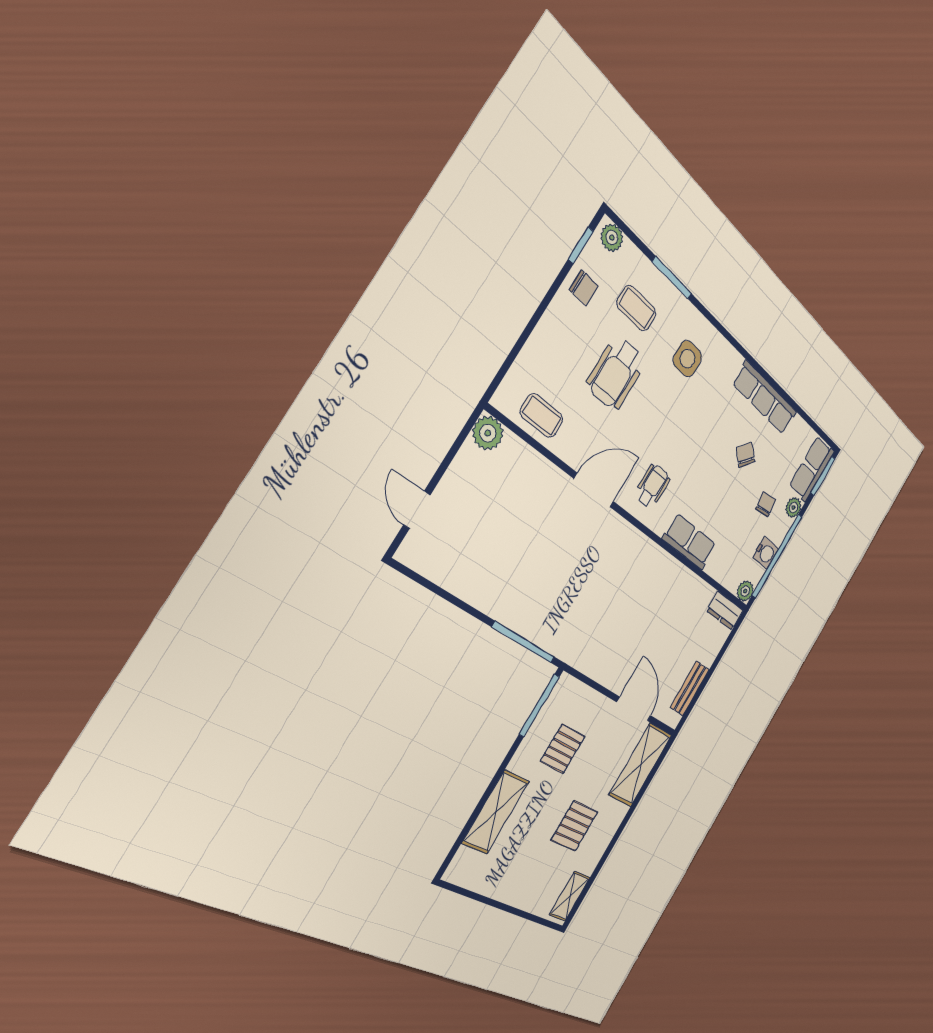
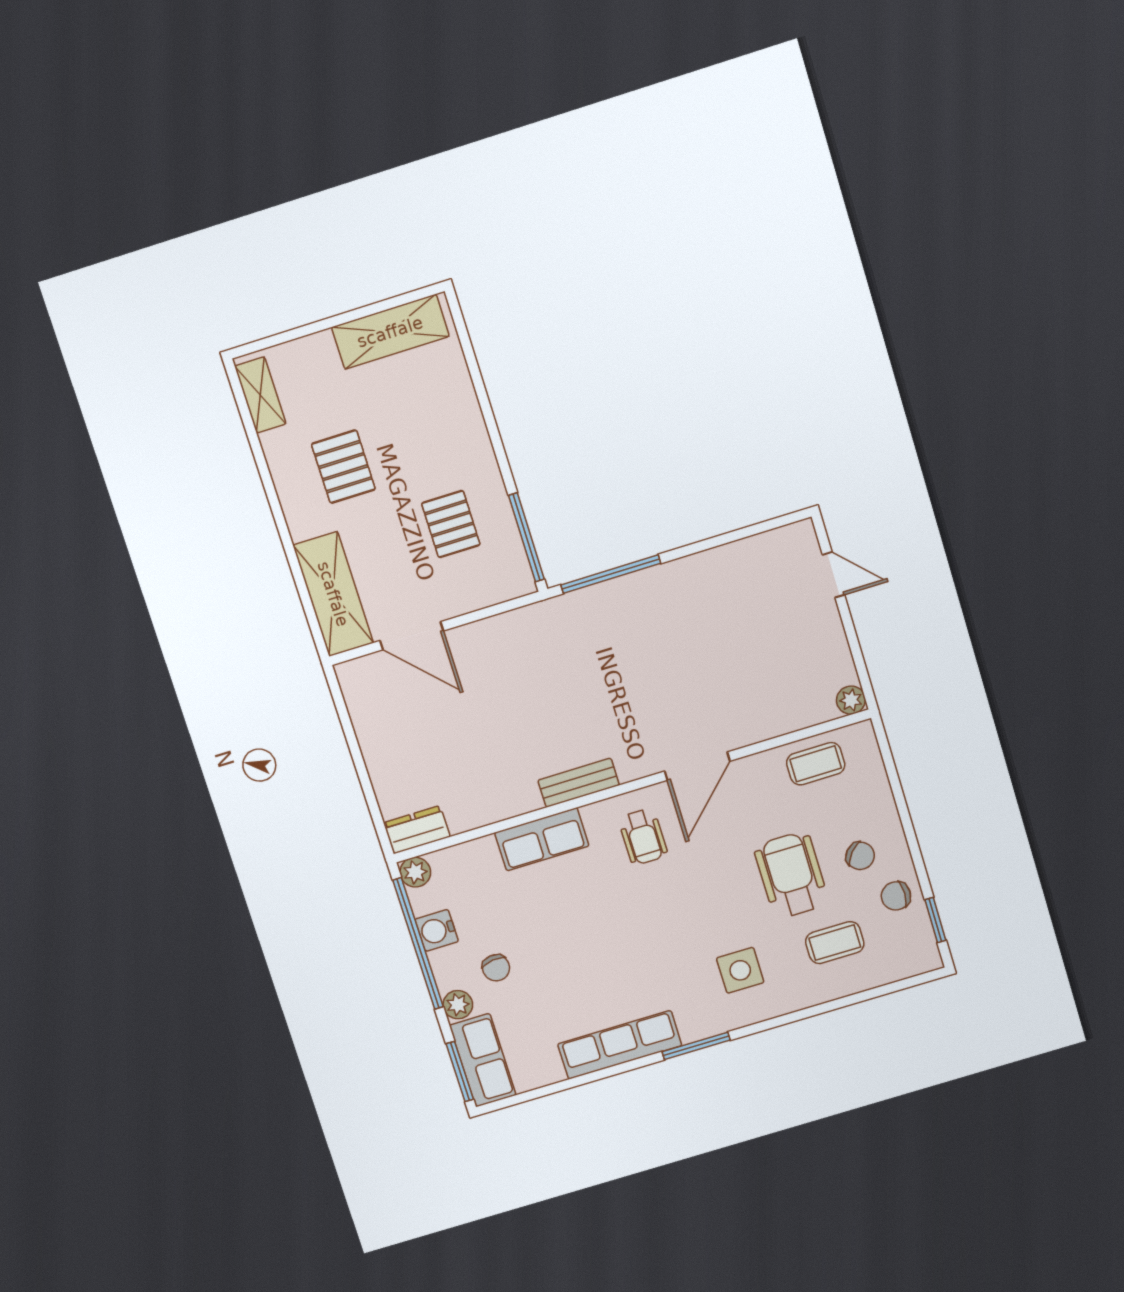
plant: (612, 238) -> (918, 960), removed
window: (672, 278) -> (696, 1046), moved
plant: (488, 433) -> (851, 700), width x0.73, depth x0.73
chair: (745, 455) -> (860, 856), moved
bench: (690, 688) -> (579, 783), moved, turned 90
shelving: (496, 812) -> (390, 332), moved, turned 90

